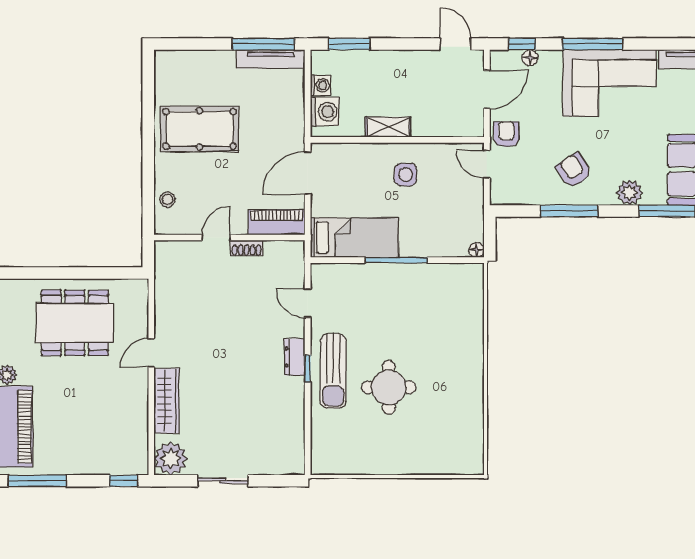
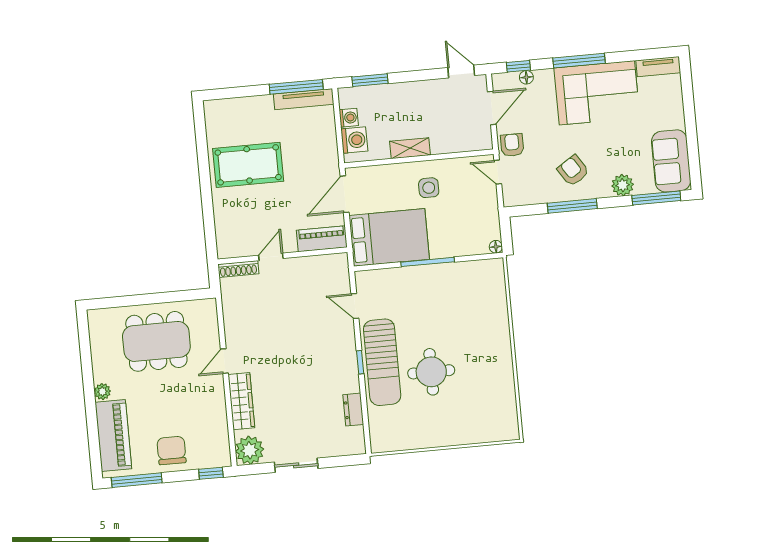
stool: (167, 200) -> (226, 228), removed
bed: (354, 238) -> (389, 237), width x1.50
shoe rack: (247, 248) -> (238, 269), moved, width x1.43
dresser: (295, 357) -> (353, 410), moved
sun lounger: (333, 371) -> (382, 362), width x1.36, depth x1.34
chair: (81, 450) -> (171, 450), added

